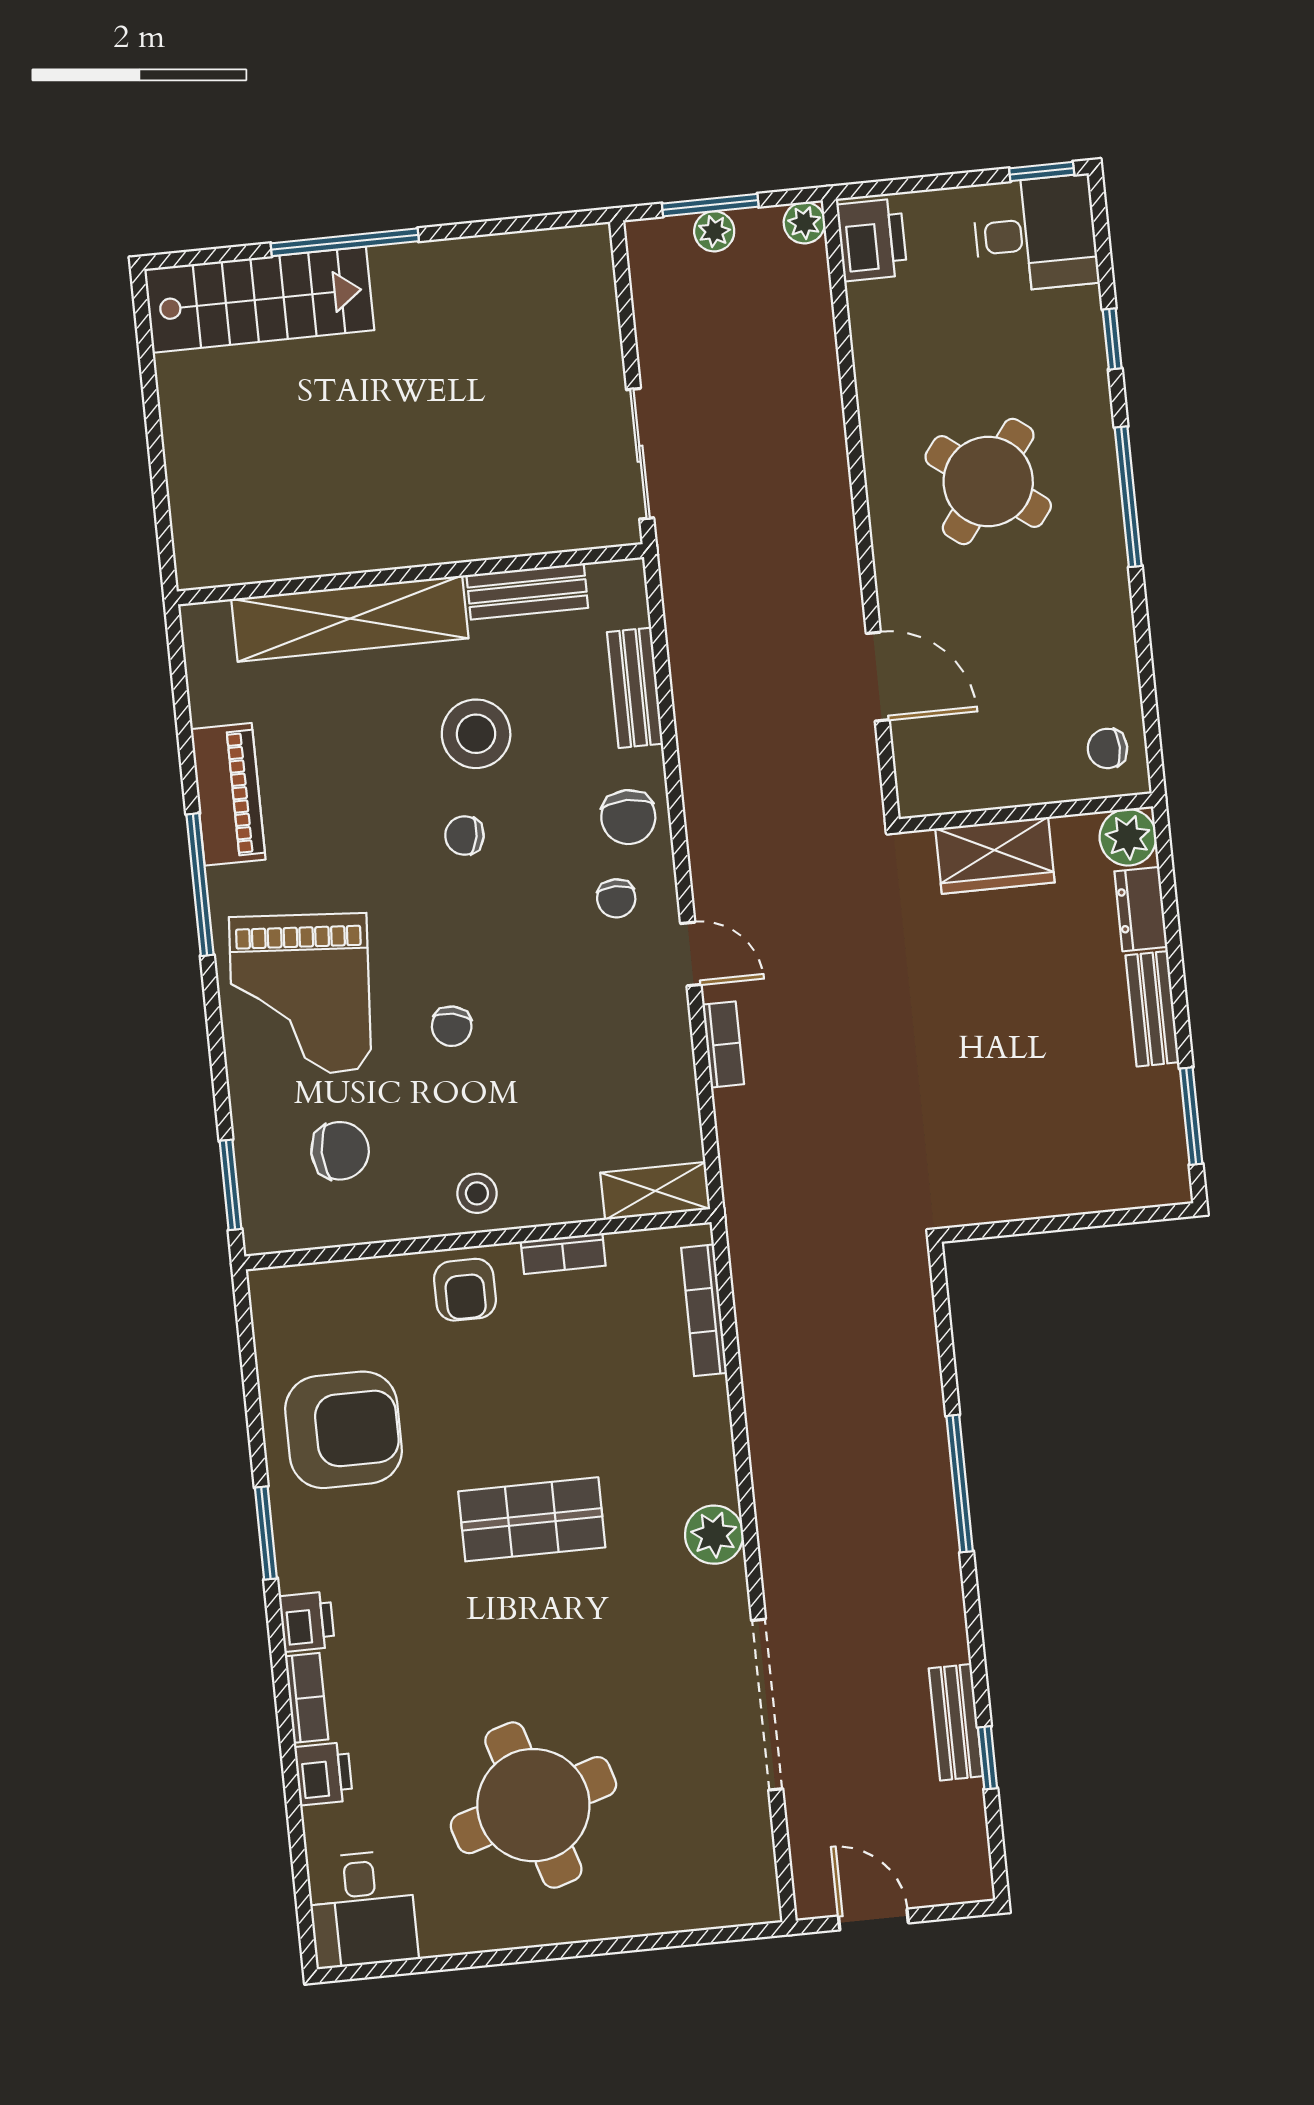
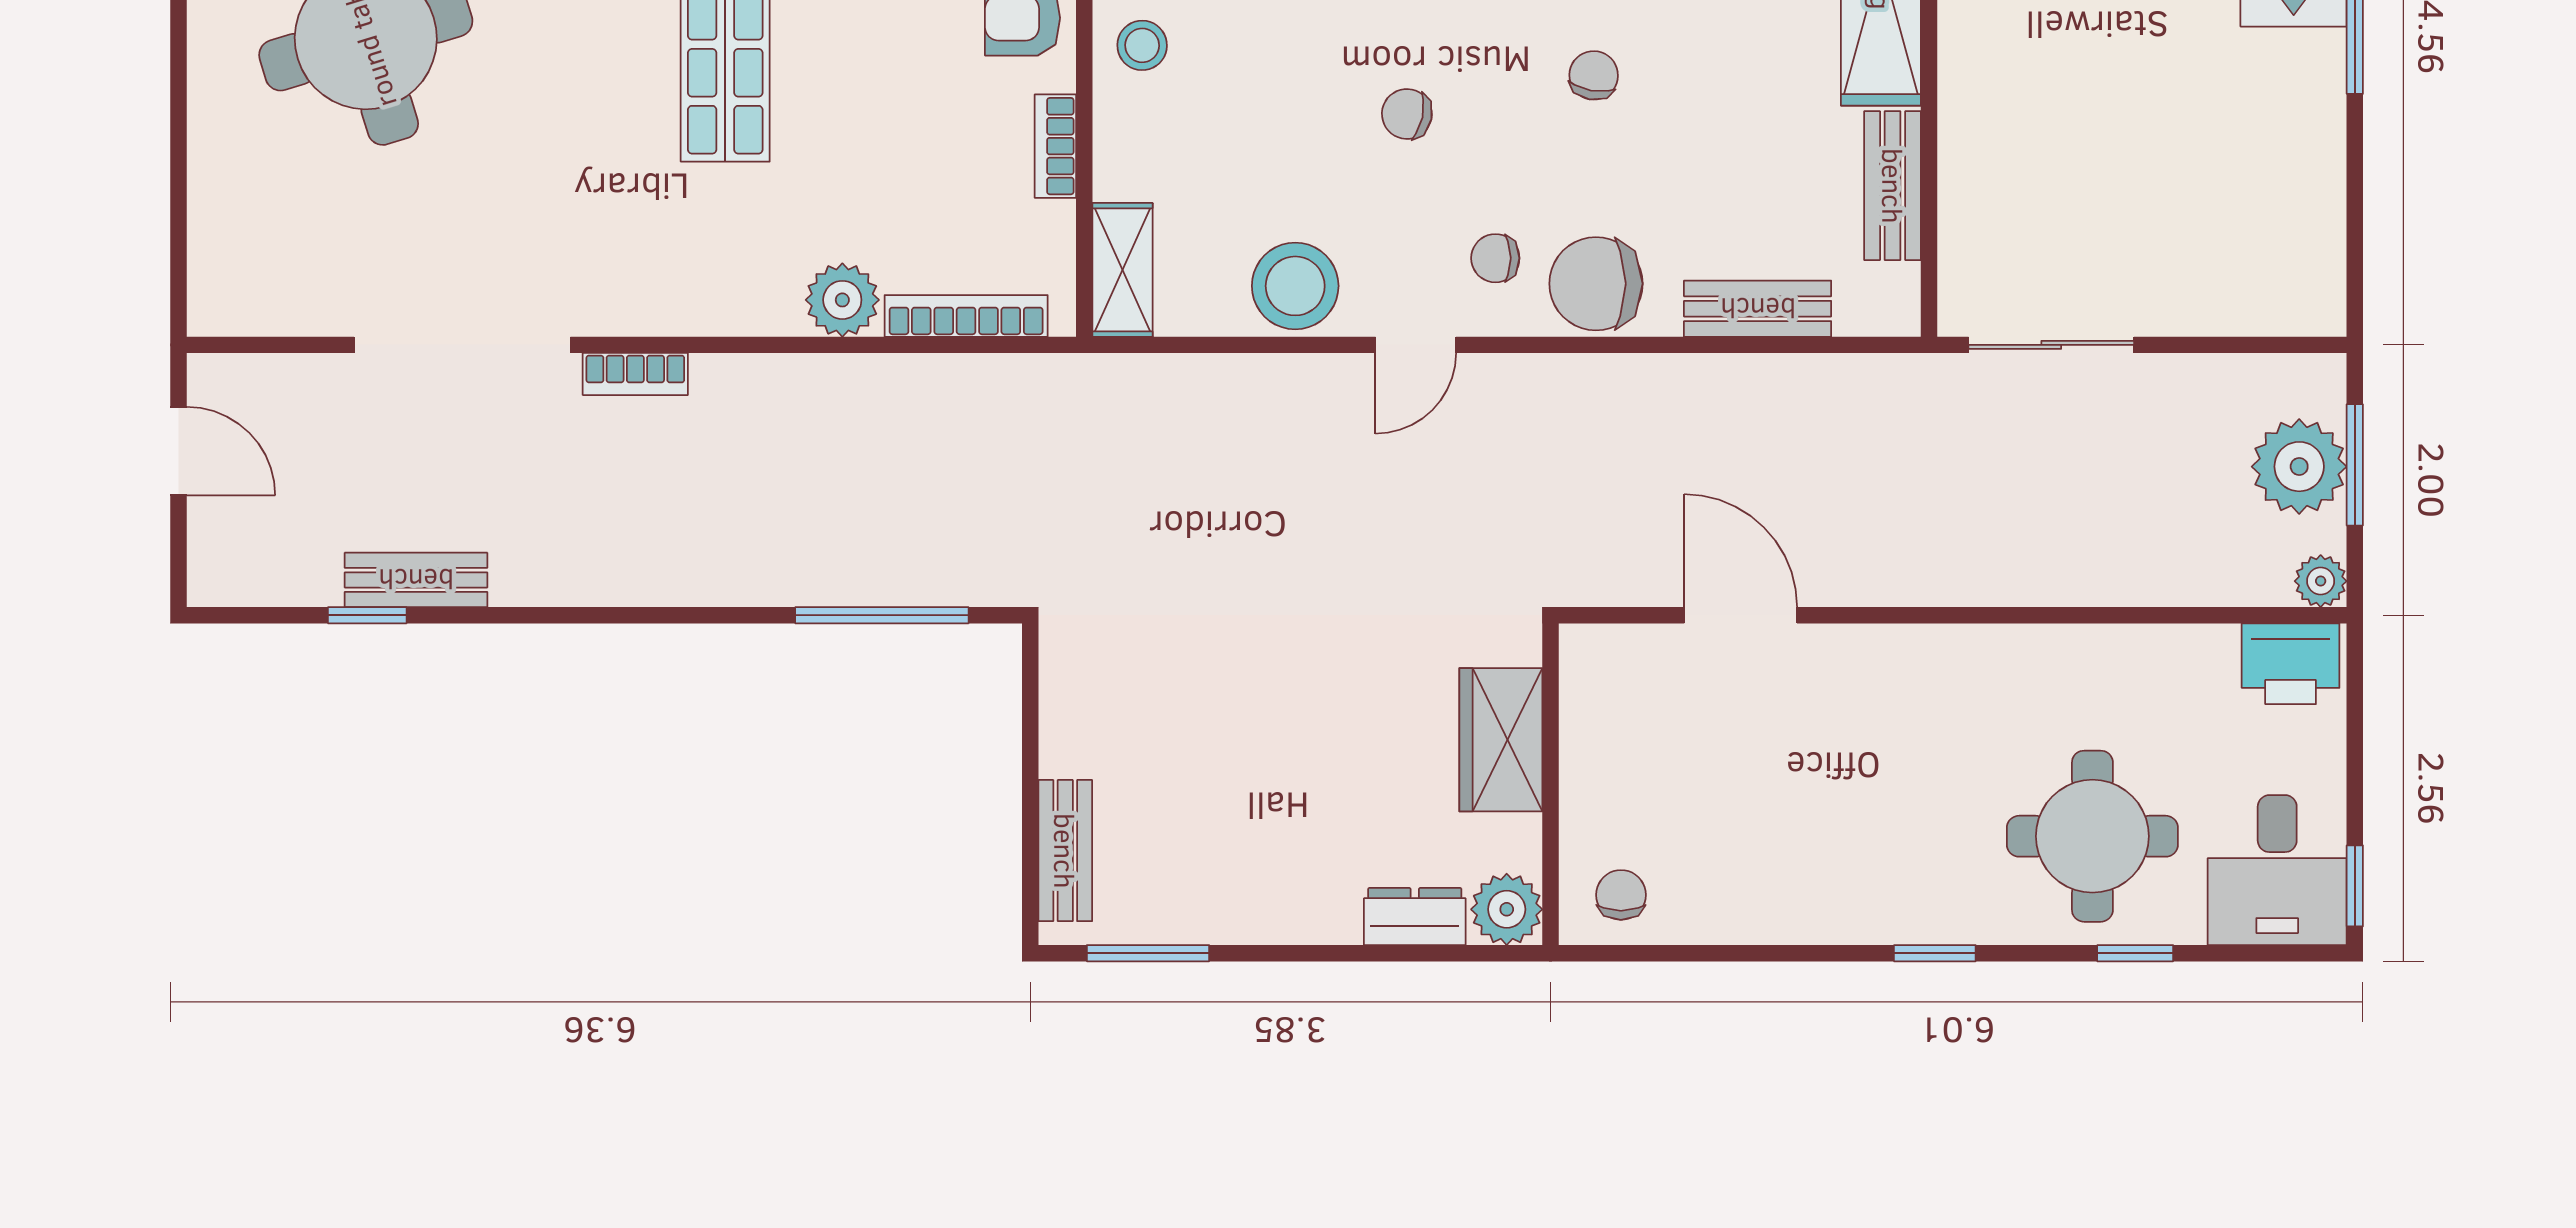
plant: (714, 231) -> (2299, 467), width x1.88, depth x1.88
round table: (988, 481) -> (2092, 836), moved, turned -37
window: (1128, 497) -> (1935, 953), width x0.46
door: (878, 677) -> (1741, 615), swing flipped
stool: (476, 734) -> (1295, 286), moved
chair: (628, 817) -> (1596, 284), width x1.37, depth x1.37
bench: (1152, 1009) -> (1065, 851), moved, turned 90
chair: (452, 1026) -> (1407, 114), moved
bookcase: (723, 1044) -> (635, 374), moved
window: (960, 1484) -> (882, 615), moved
plant: (714, 1535) -> (842, 300), moved
door: (873, 1919) -> (179, 451), hinge flipped

